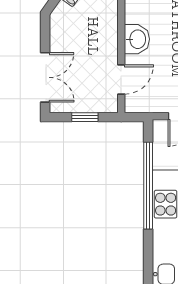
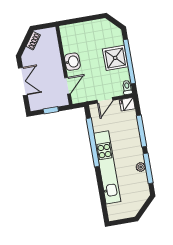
double door: (45, 77) -> (23, 82), moved

